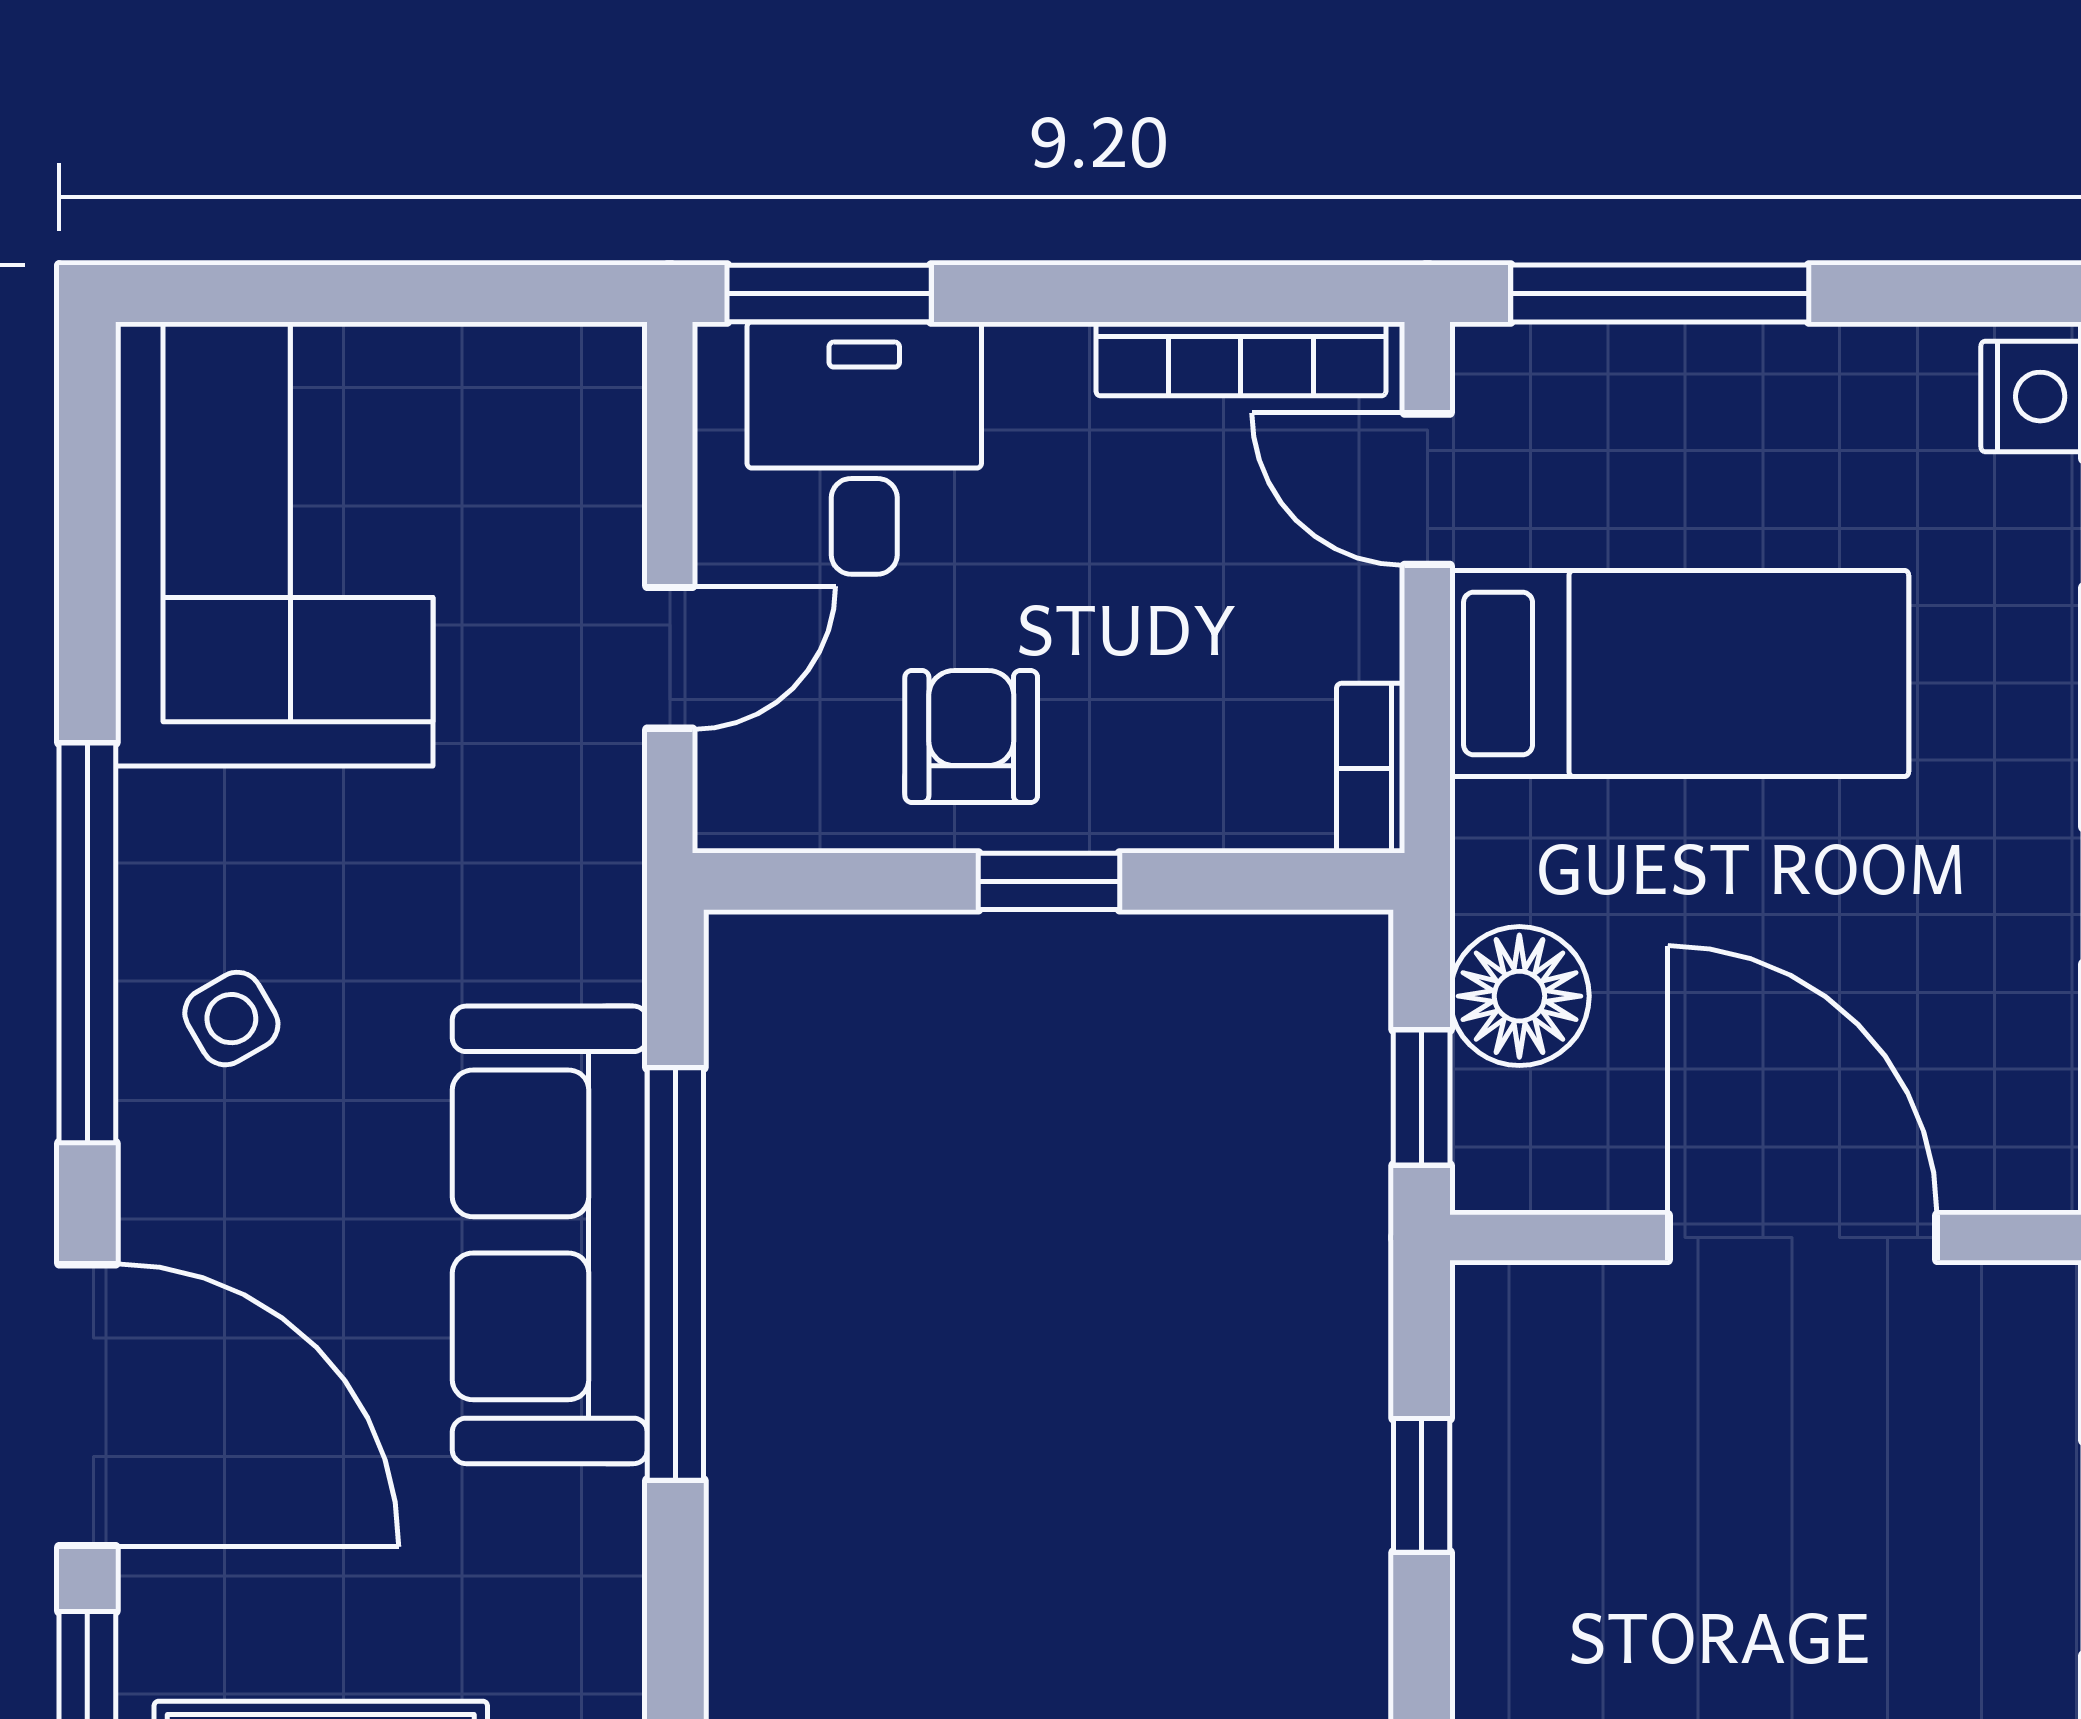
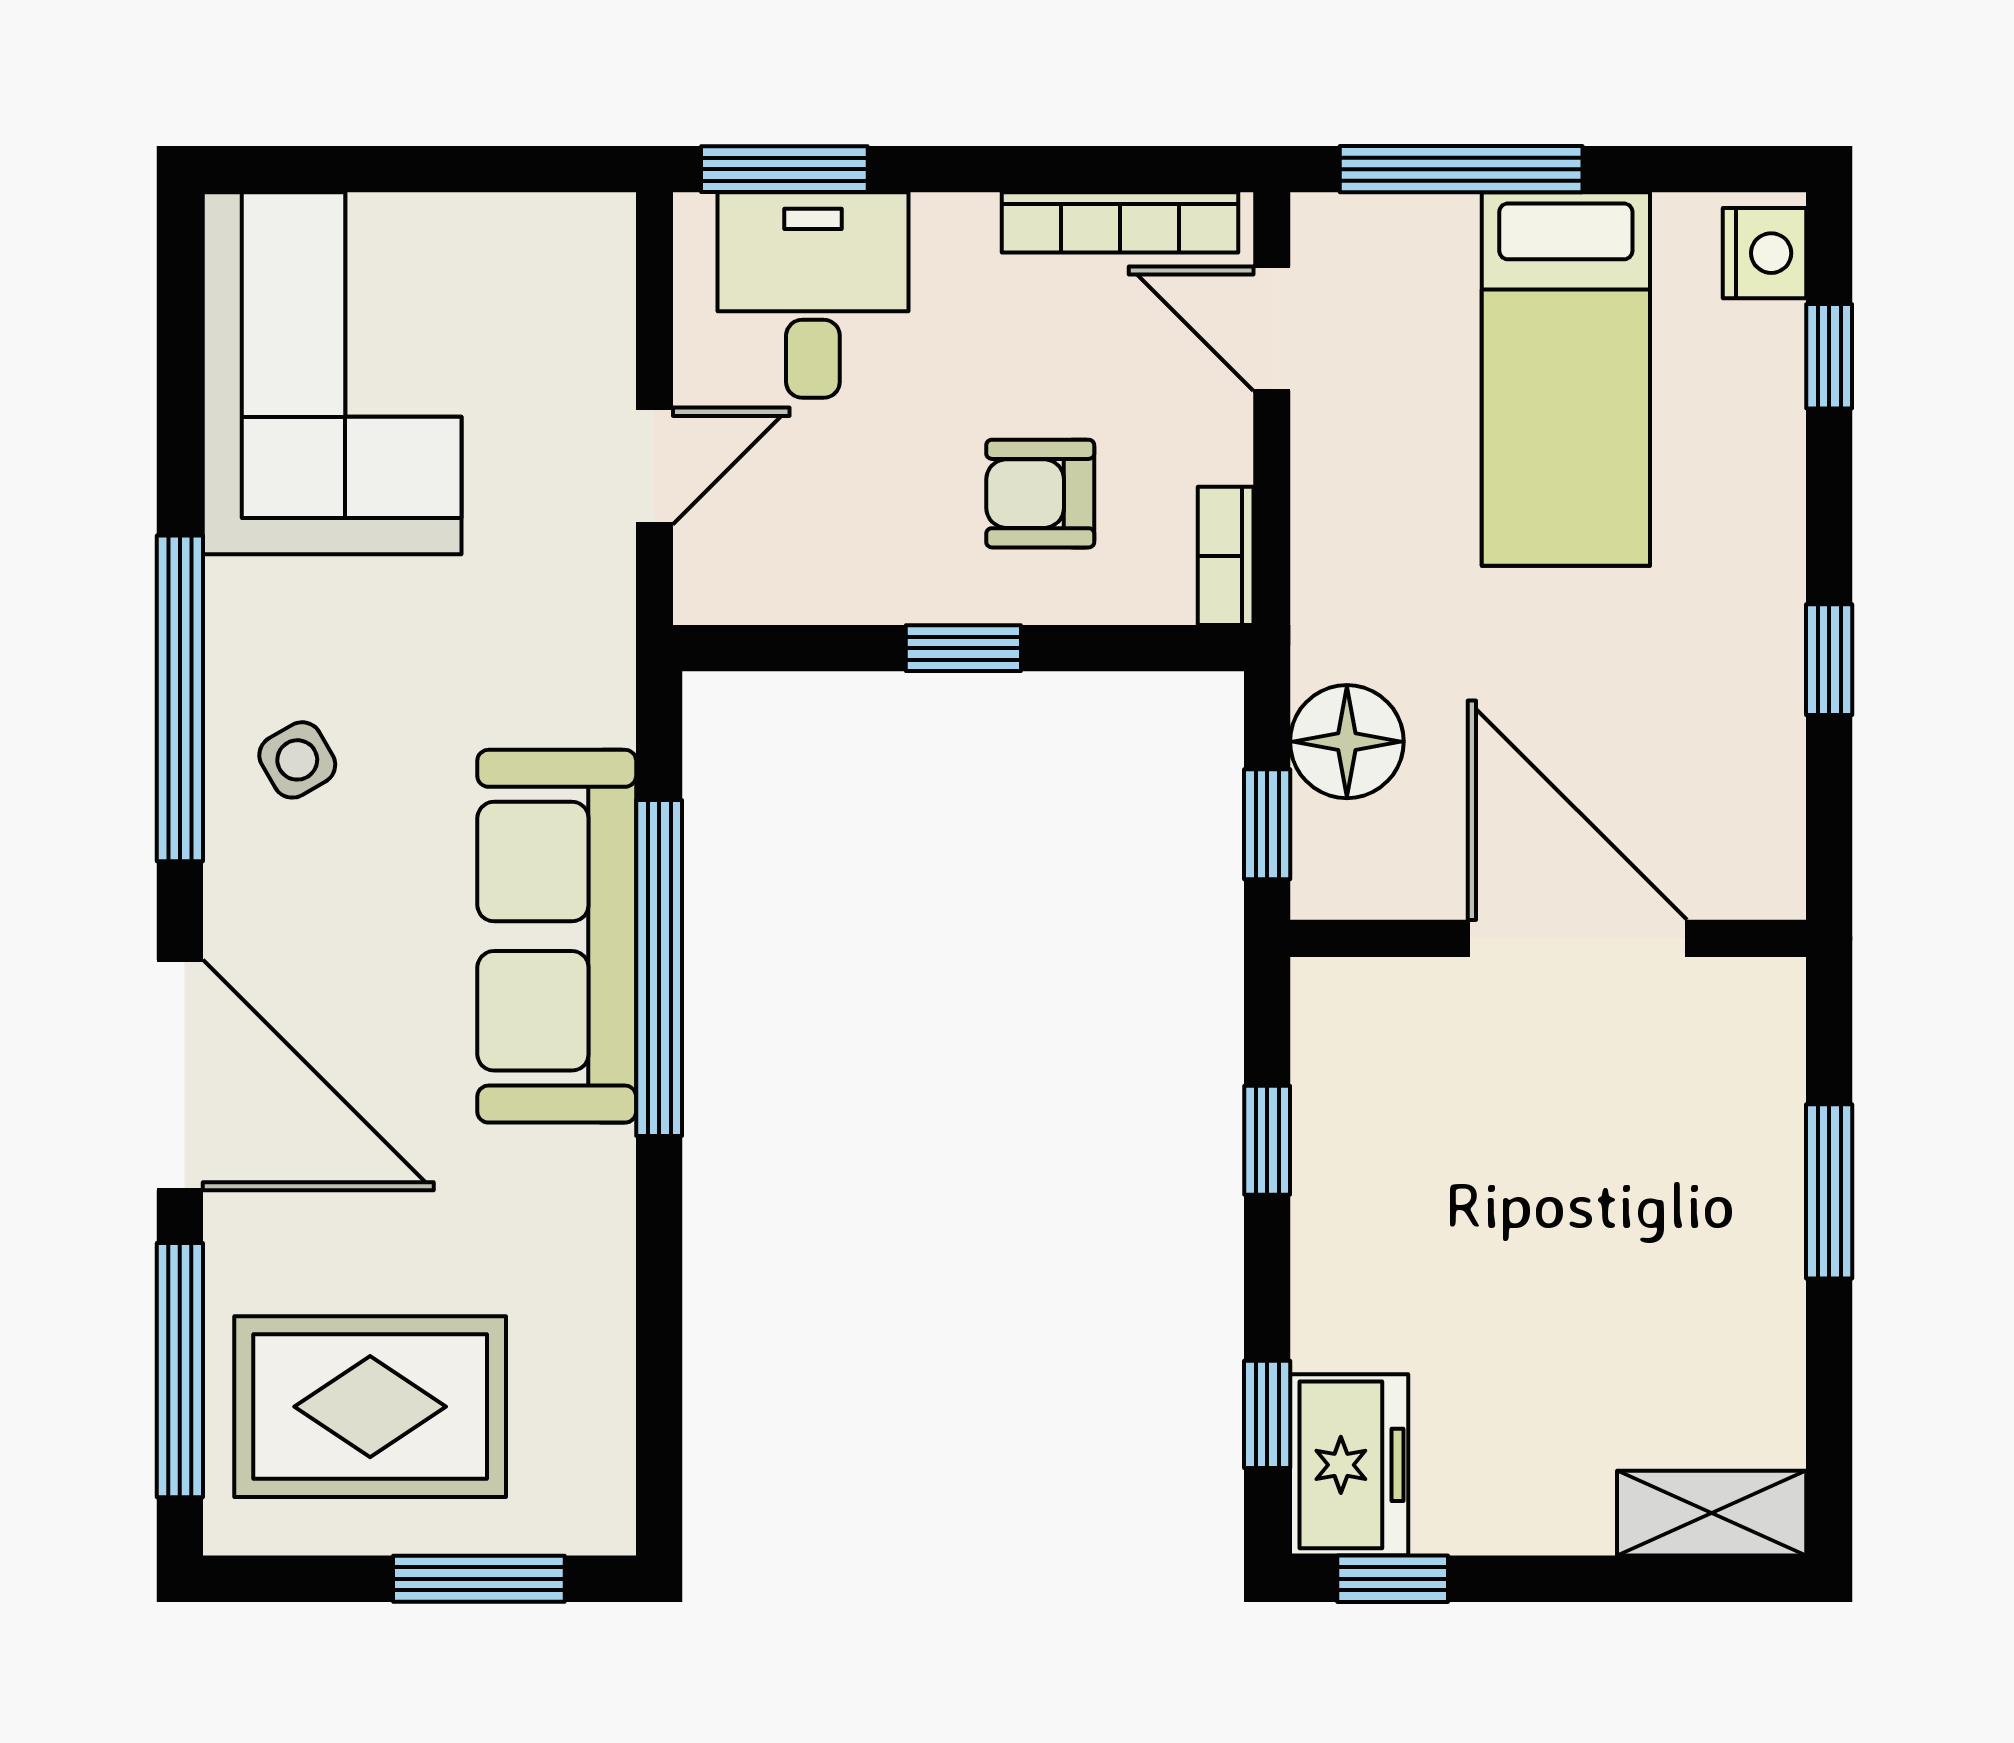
bed: (1679, 674) -> (1566, 379), moved, turned 90
armchair: (971, 737) -> (1040, 494), moved, turned -90

